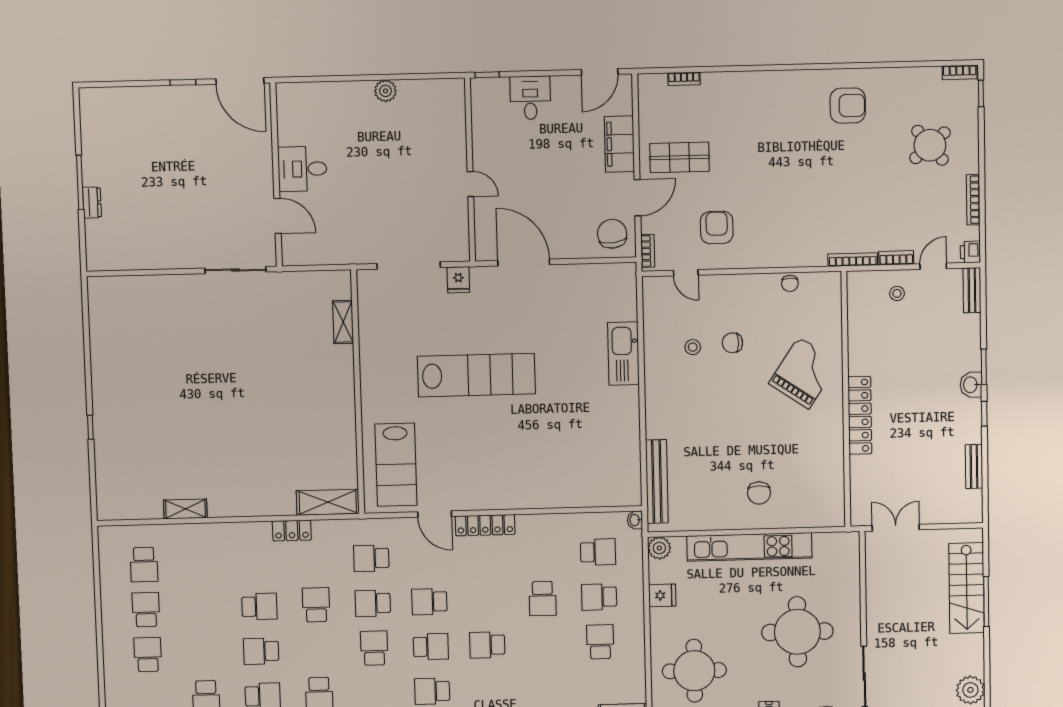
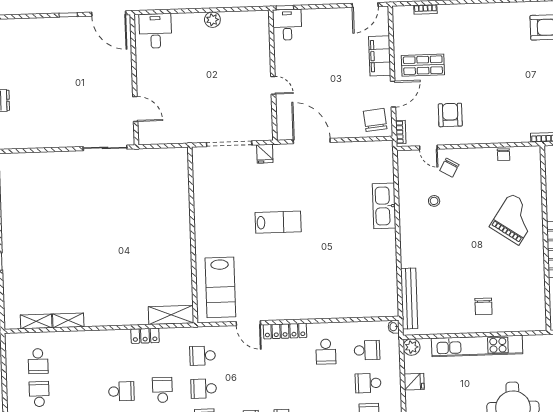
desk: (530, 98) -> (287, 25), moved
desk: (302, 169) -> (155, 31), moved, turned 90
shelving: (343, 322) -> (36, 321), moved, turned 90
chair: (732, 343) -> (449, 168), moved, turned -60
lab bench: (476, 375) -> (278, 222), width x0.54, depth x0.72
school desk: (543, 599) -> (326, 352), moved
school desk: (429, 602) -> (245, 387), removed

